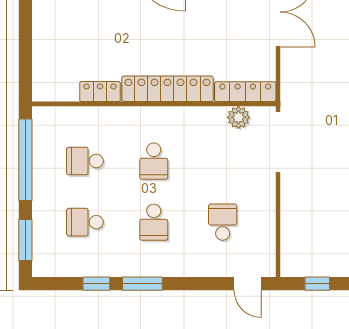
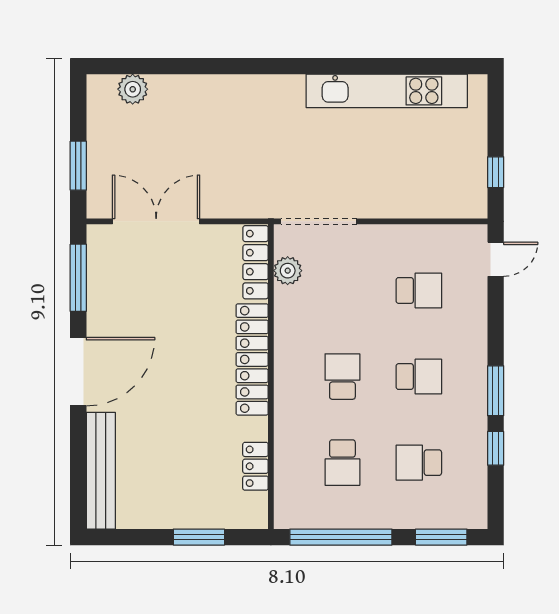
window: (25, 46) -> (199, 537), added
locker: (100, 92) -> (255, 466), moved
school desk: (154, 161) -> (342, 377), turned -90
school desk: (85, 222) -> (419, 463), turned 90
school desk: (223, 222) -> (419, 290), turned 180

